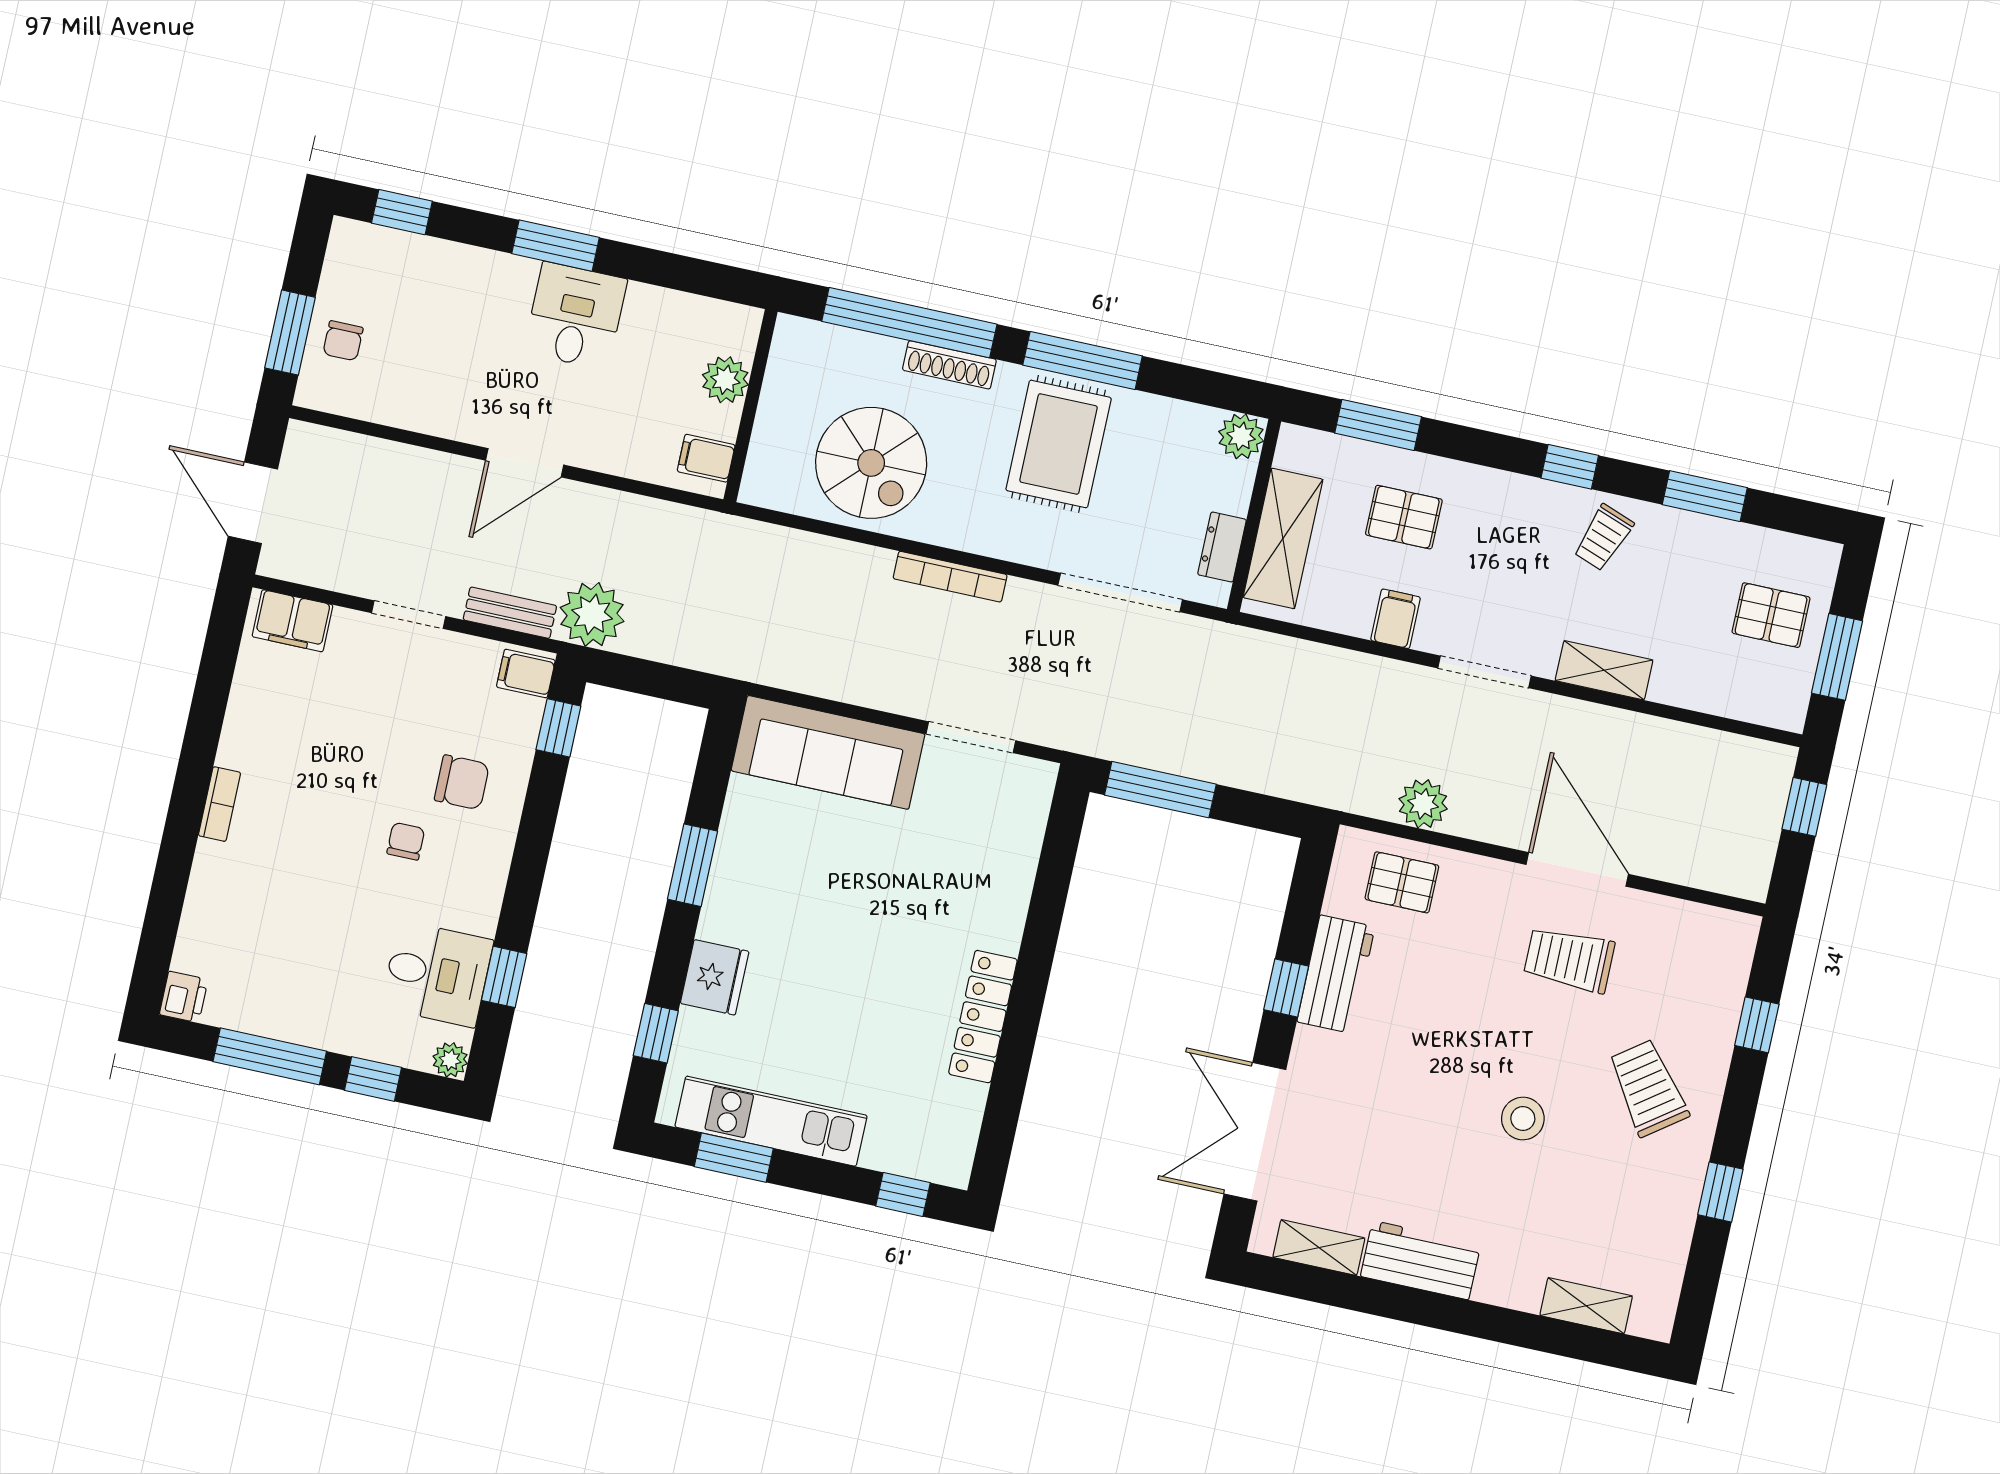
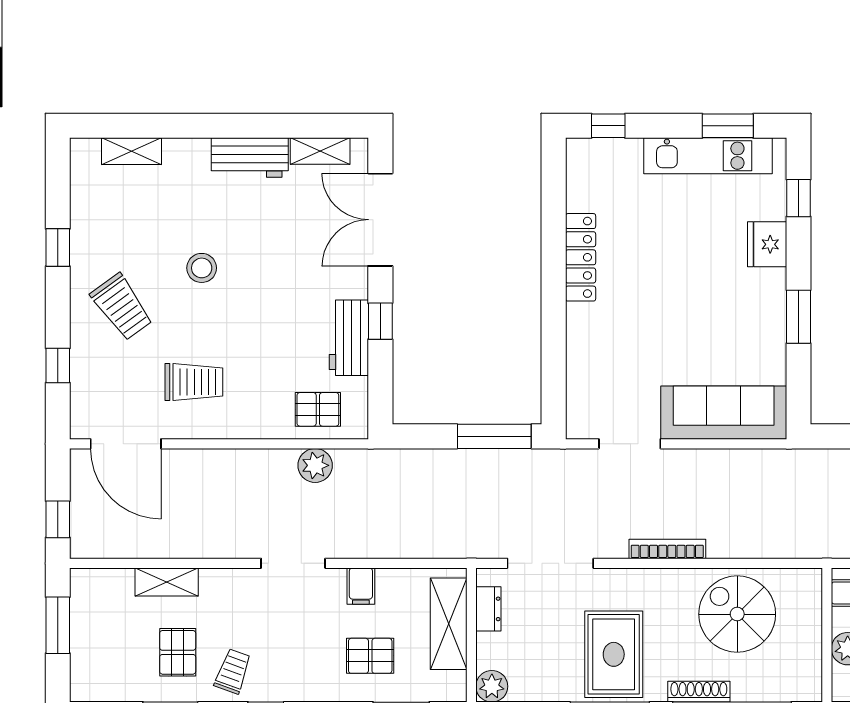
pallet: (1771, 615) -> (178, 652), moved, turned 90
shelving: (1604, 670) -> (167, 582), moved
door: (1577, 869) -> (126, 444), moved
double door: (1255, 1132) -> (380, 220), swing flipped

